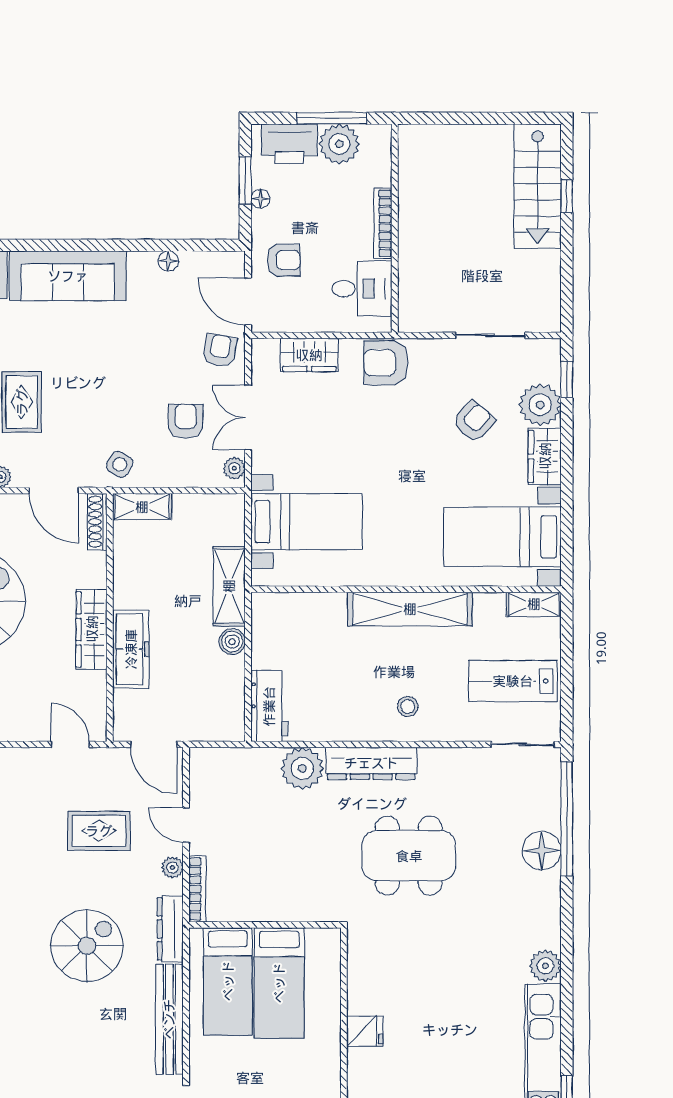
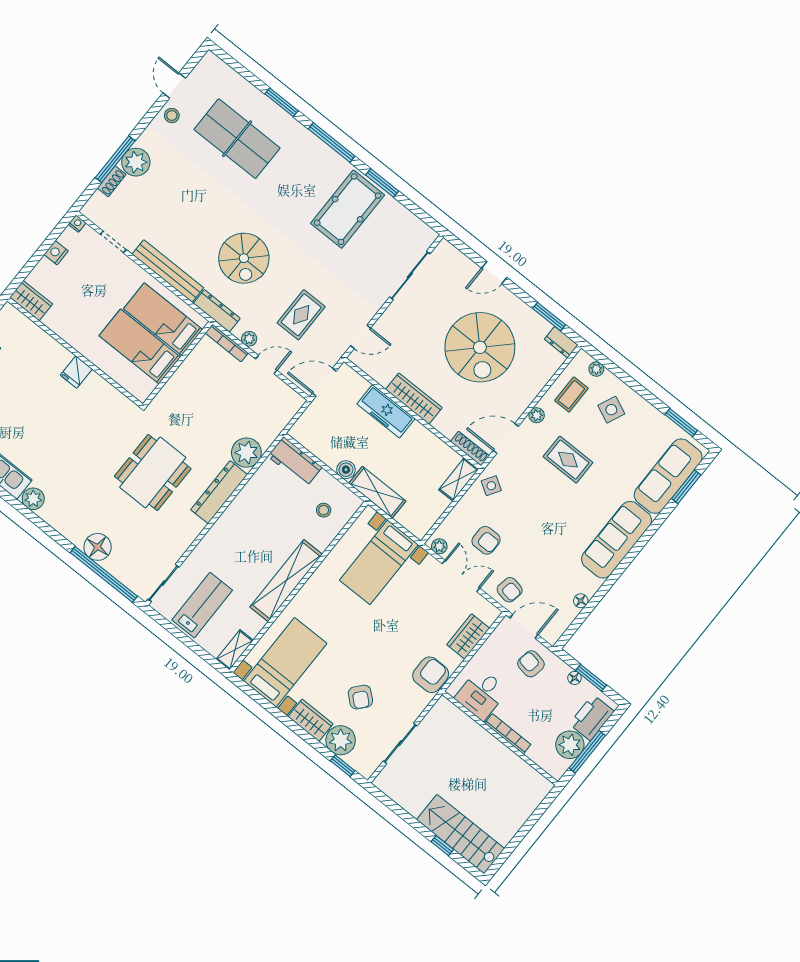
armchair: (284, 260) -> (531, 664), turned 100
stool: (408, 706) -> (324, 510), moved

